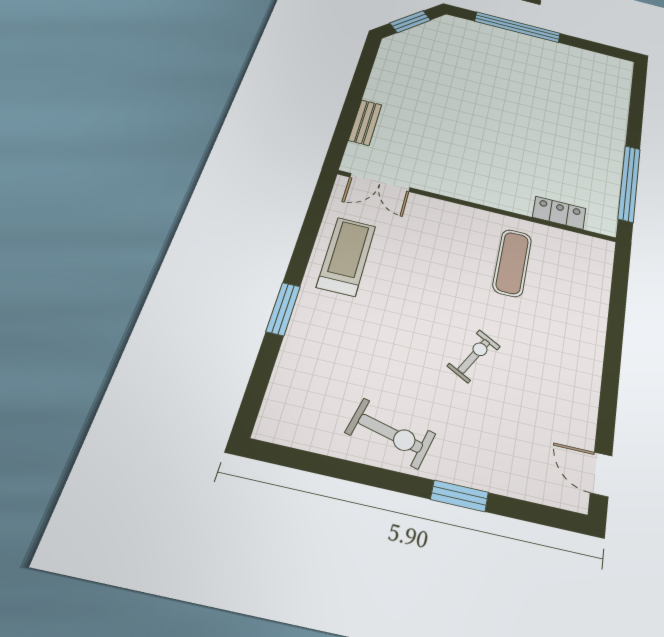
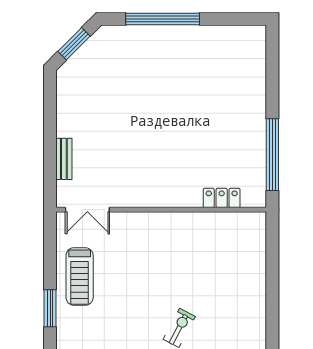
treadmill: (346, 256) -> (80, 277), turned 180
exercise mat: (512, 263) -> (193, 250), removed
window: (283, 309) -> (50, 308), moved

